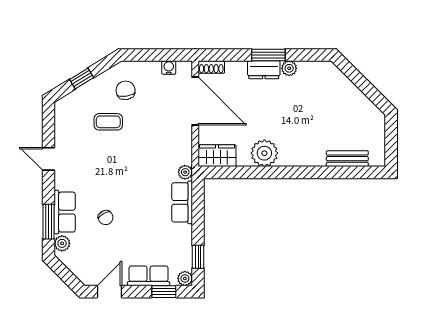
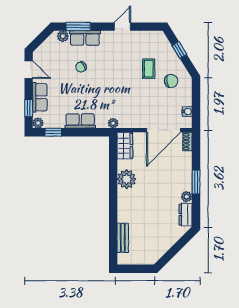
dresser: (264, 70) -> (186, 215), moved
row of seats: (182, 202) -> (80, 121), moved

